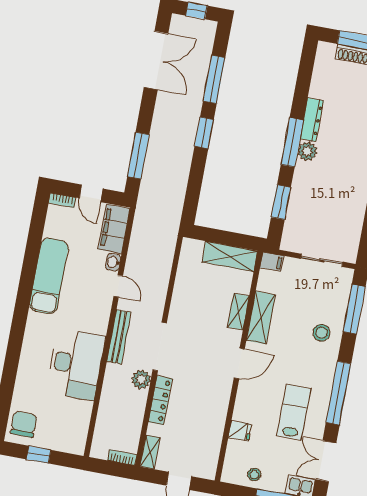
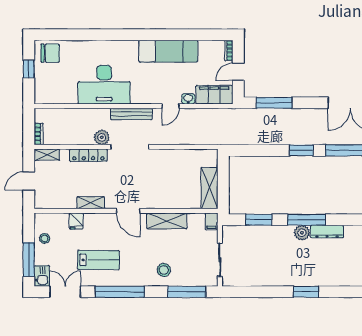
shelving: (238, 312) -> (91, 203), moved

